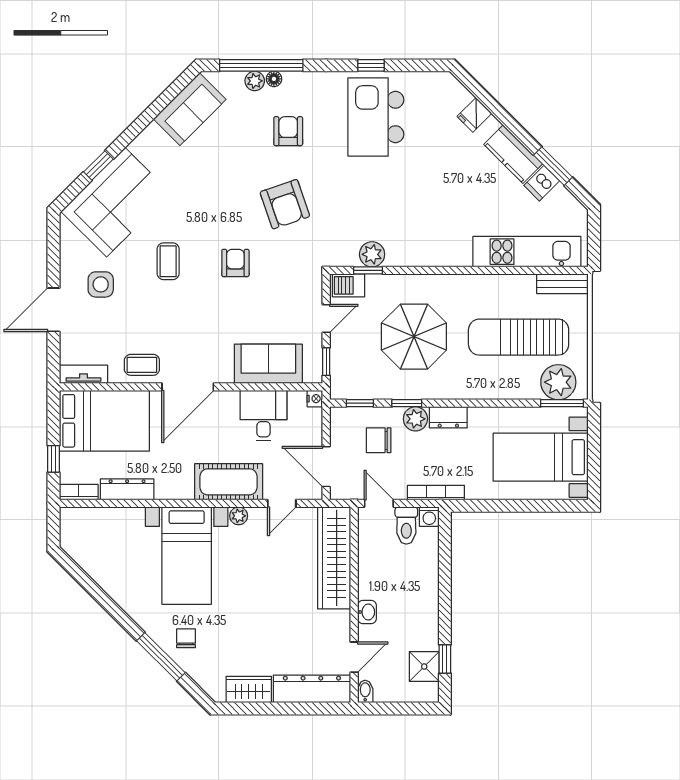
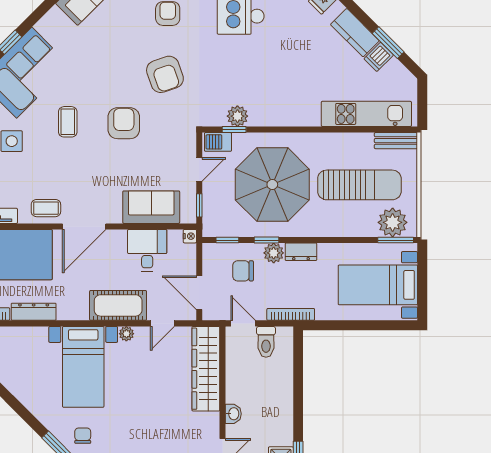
armchair: (235, 263) -> (124, 123), width x1.38, depth x1.38
parasol: (414, 337) -> (272, 185), width x1.36, depth x1.36
sun lounger: (519, 337) -> (359, 185), turned 180
washing machine: (429, 517) -> (285, 334), removed

